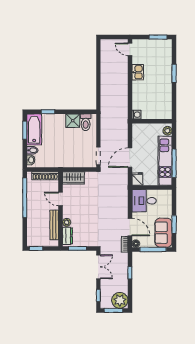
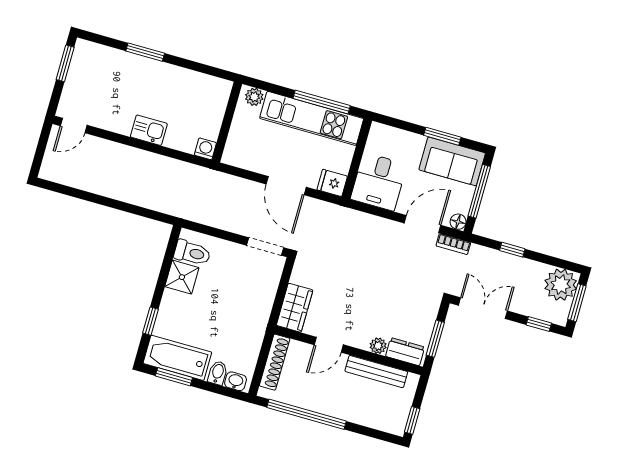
kitchen sink: (138, 72) -> (149, 130), moved

